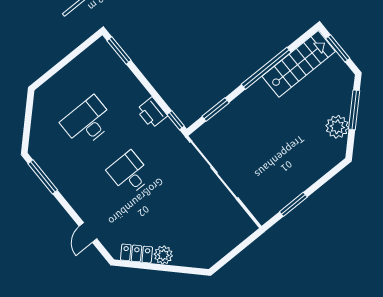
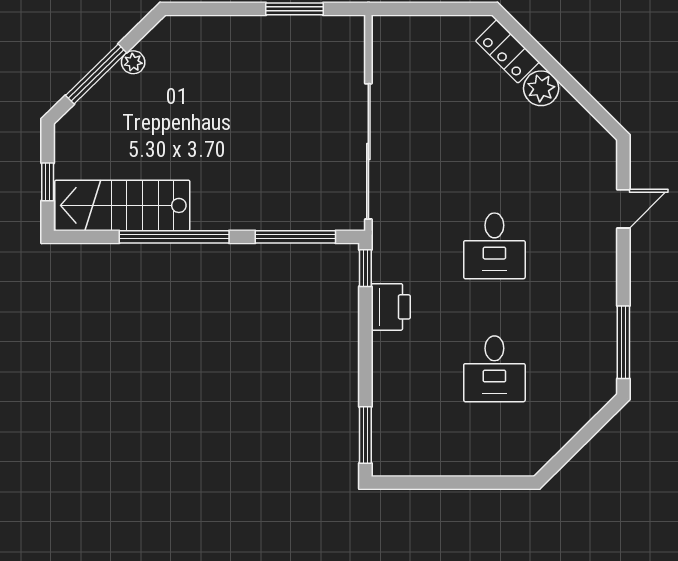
window: (338, 48) -> (48, 182), width x0.67
window: (216, 109) -> (295, 237), width x1.44
desk: (88, 122) -> (494, 369), width x0.73
plant: (337, 127) -> (133, 62), width x0.53, depth x0.53
locker: (136, 253) -> (507, 51), moved

